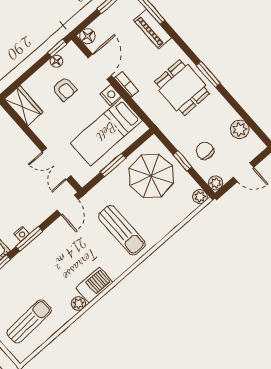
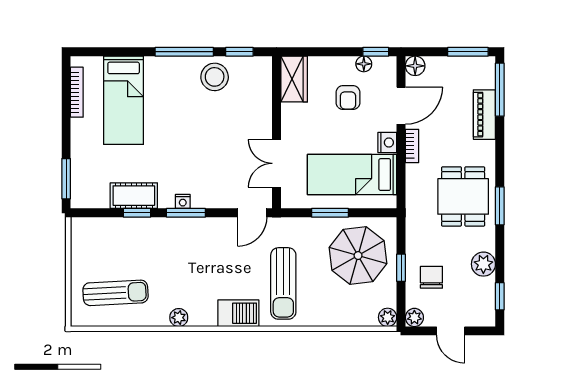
window: (254, 127) -> (500, 296), added
plant: (240, 129) -> (483, 264), moved
barbecue: (94, 285) -> (238, 313), moved

